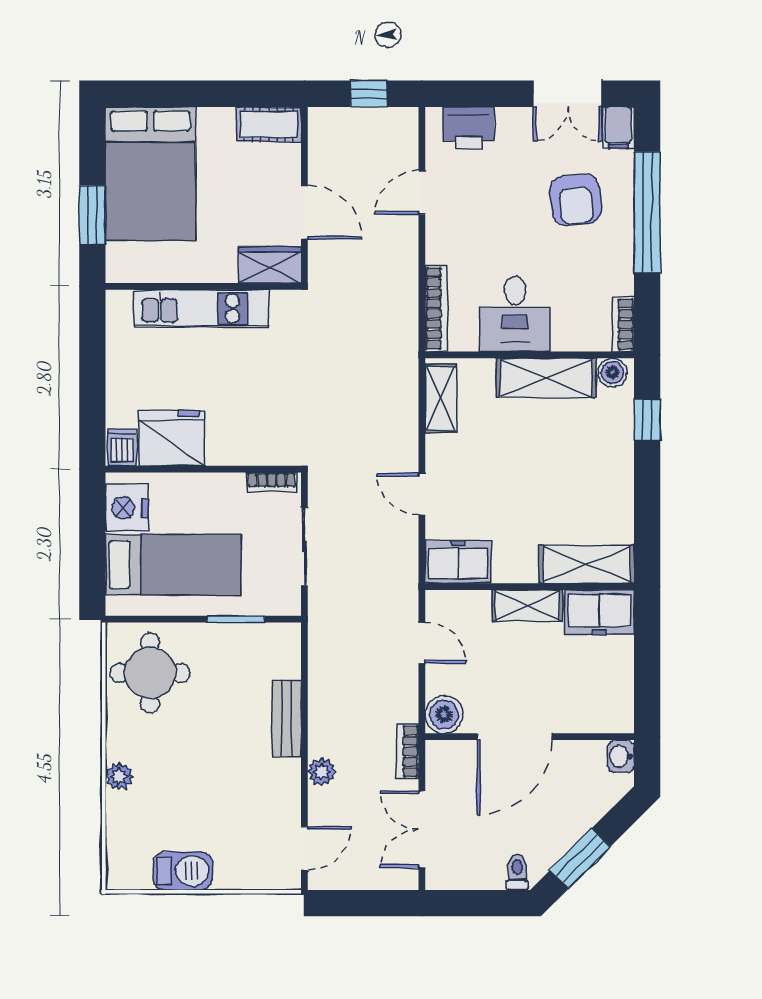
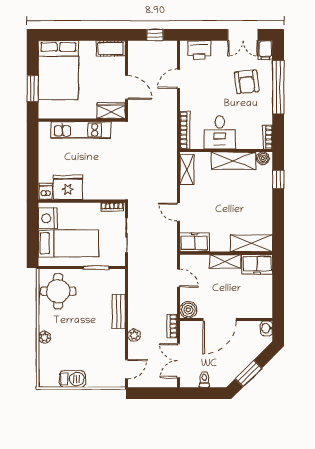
toilet: (517, 872) -> (204, 380), moved

